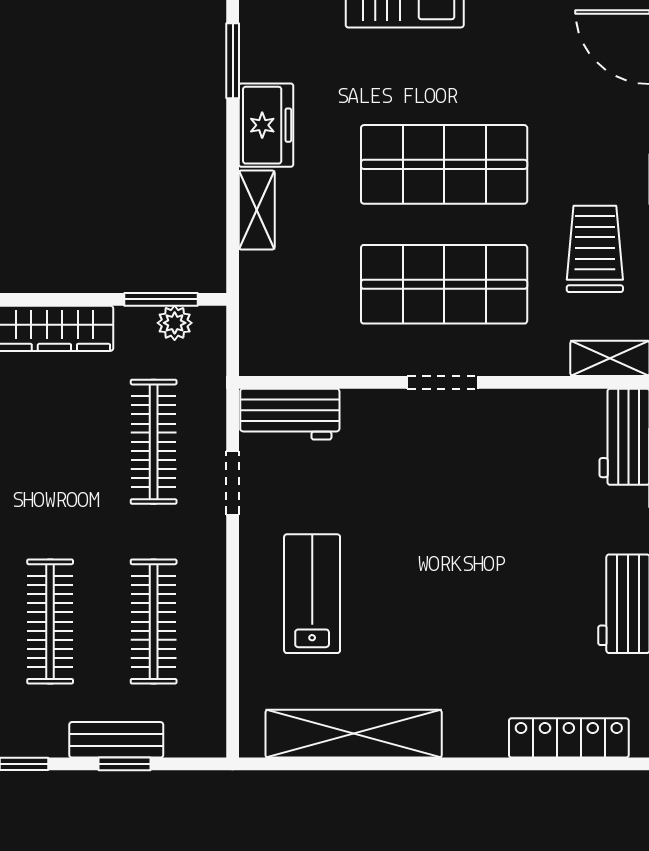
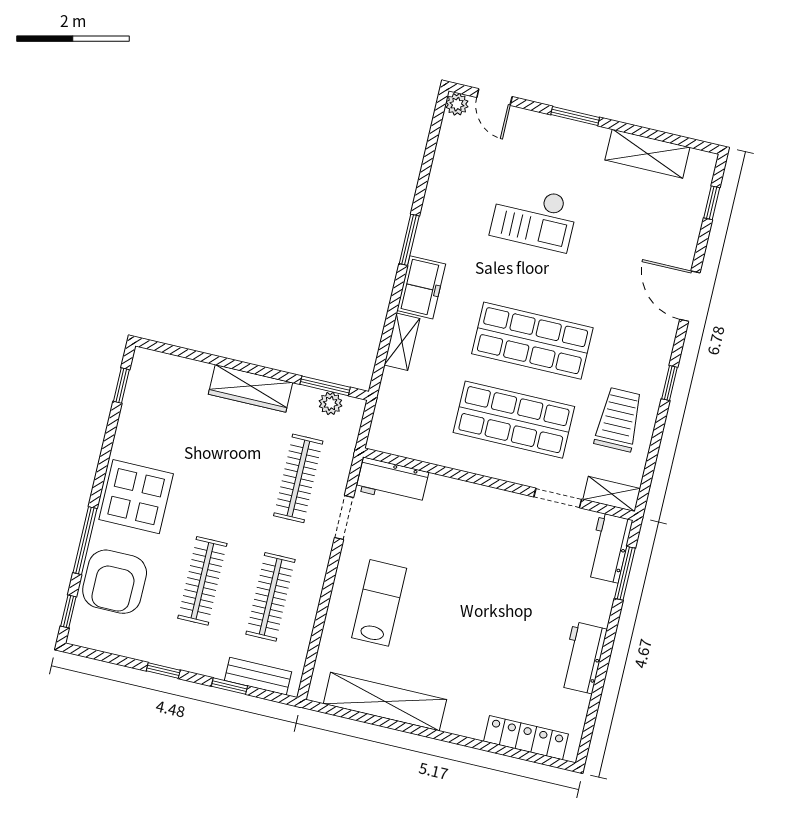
doorway: (442, 382) -> (558, 498), moved
bench: (116, 740) -> (258, 676), moved

